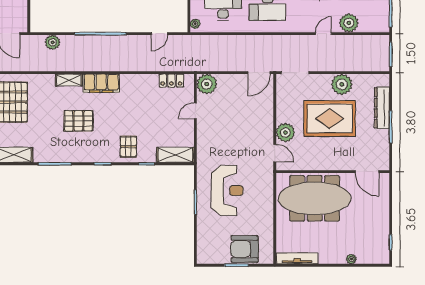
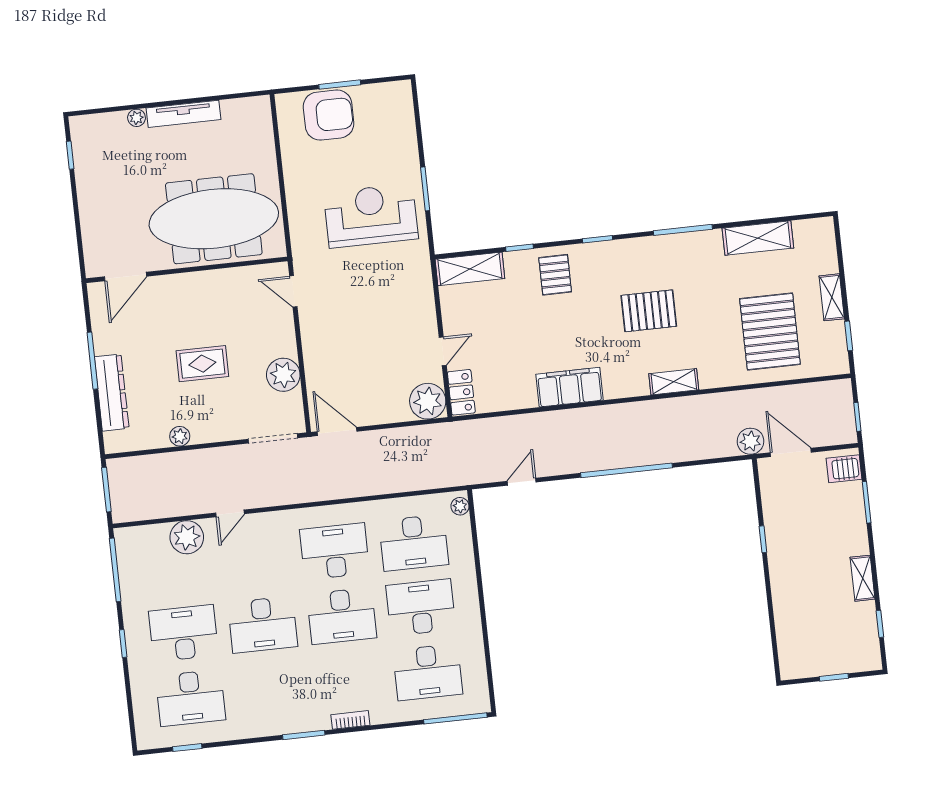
plant: (53, 42) -> (750, 441), moved
door: (259, 73) -> (337, 431), hinge flipped
locker: (171, 81) -> (461, 392), moved, turned 90
filing cabinet: (101, 83) -> (569, 387), moved
plant: (342, 84) -> (180, 436), width x0.53, depth x0.53
rug: (330, 118) -> (202, 364), width x0.54, depth x0.49
plant: (285, 132) -> (283, 375), moved
door: (367, 172) -> (125, 276), swing flipped
reception desk: (227, 191) -> (371, 216), turned 90
tv unit: (297, 258) -> (183, 114), moved

